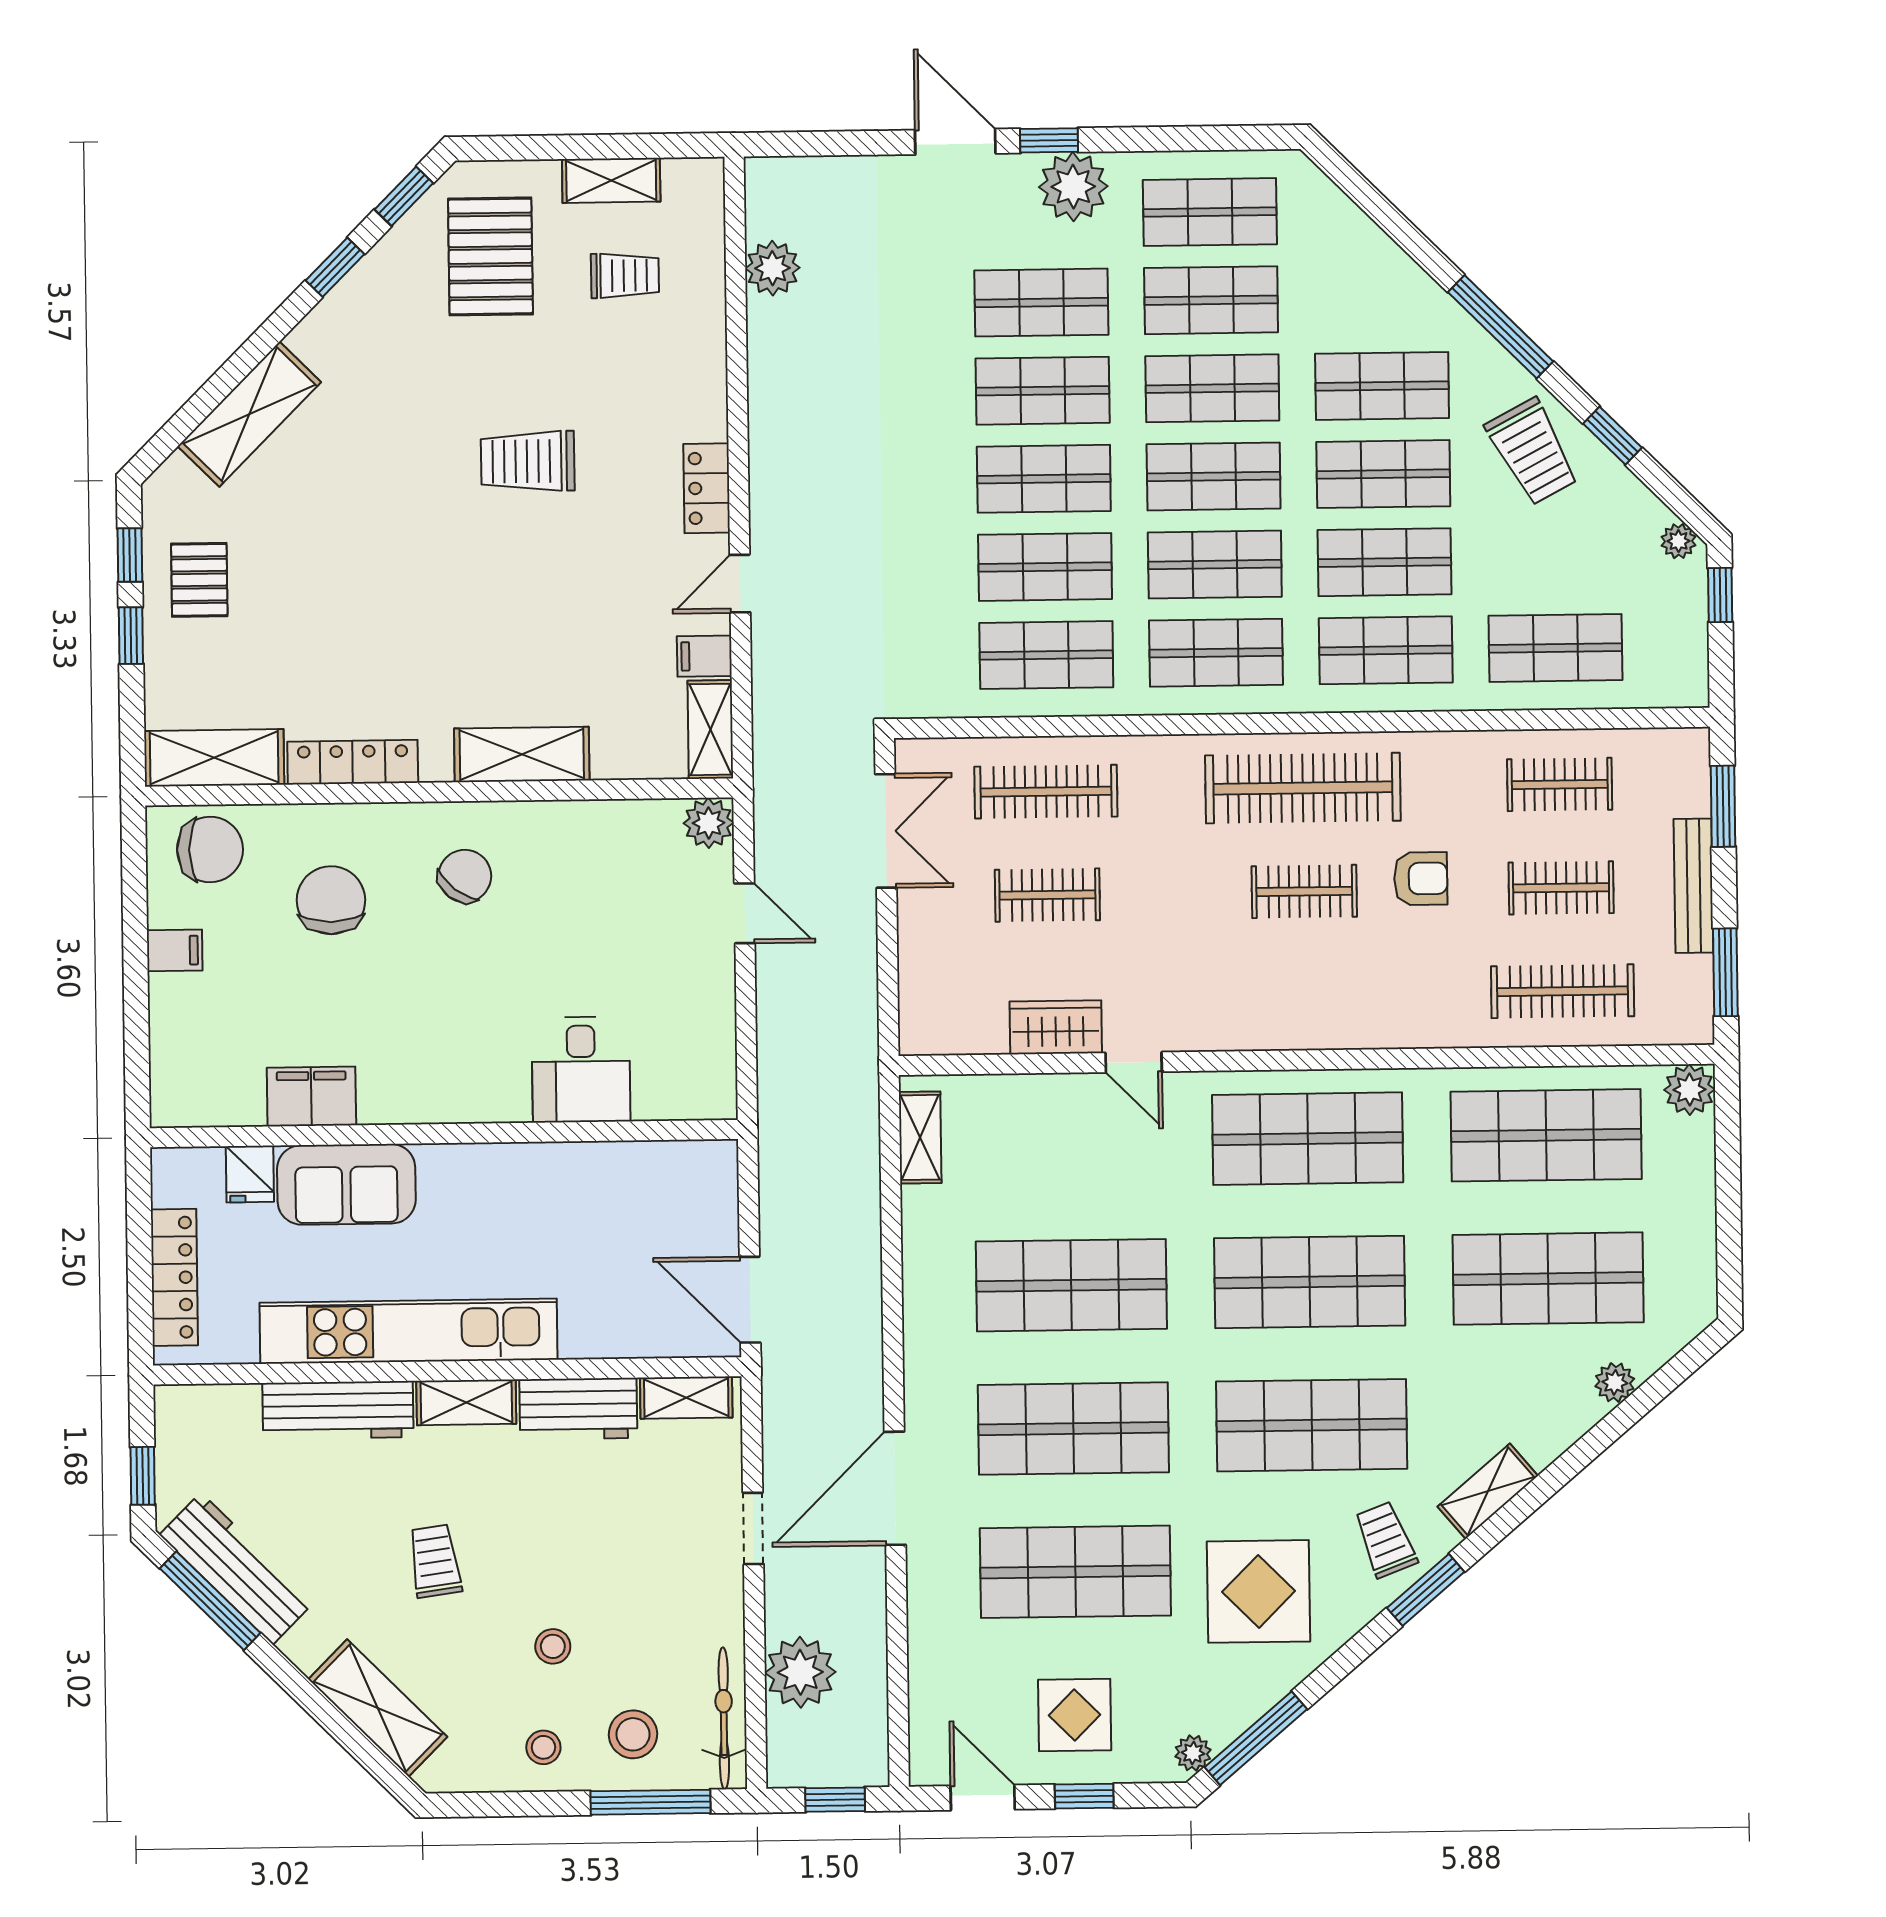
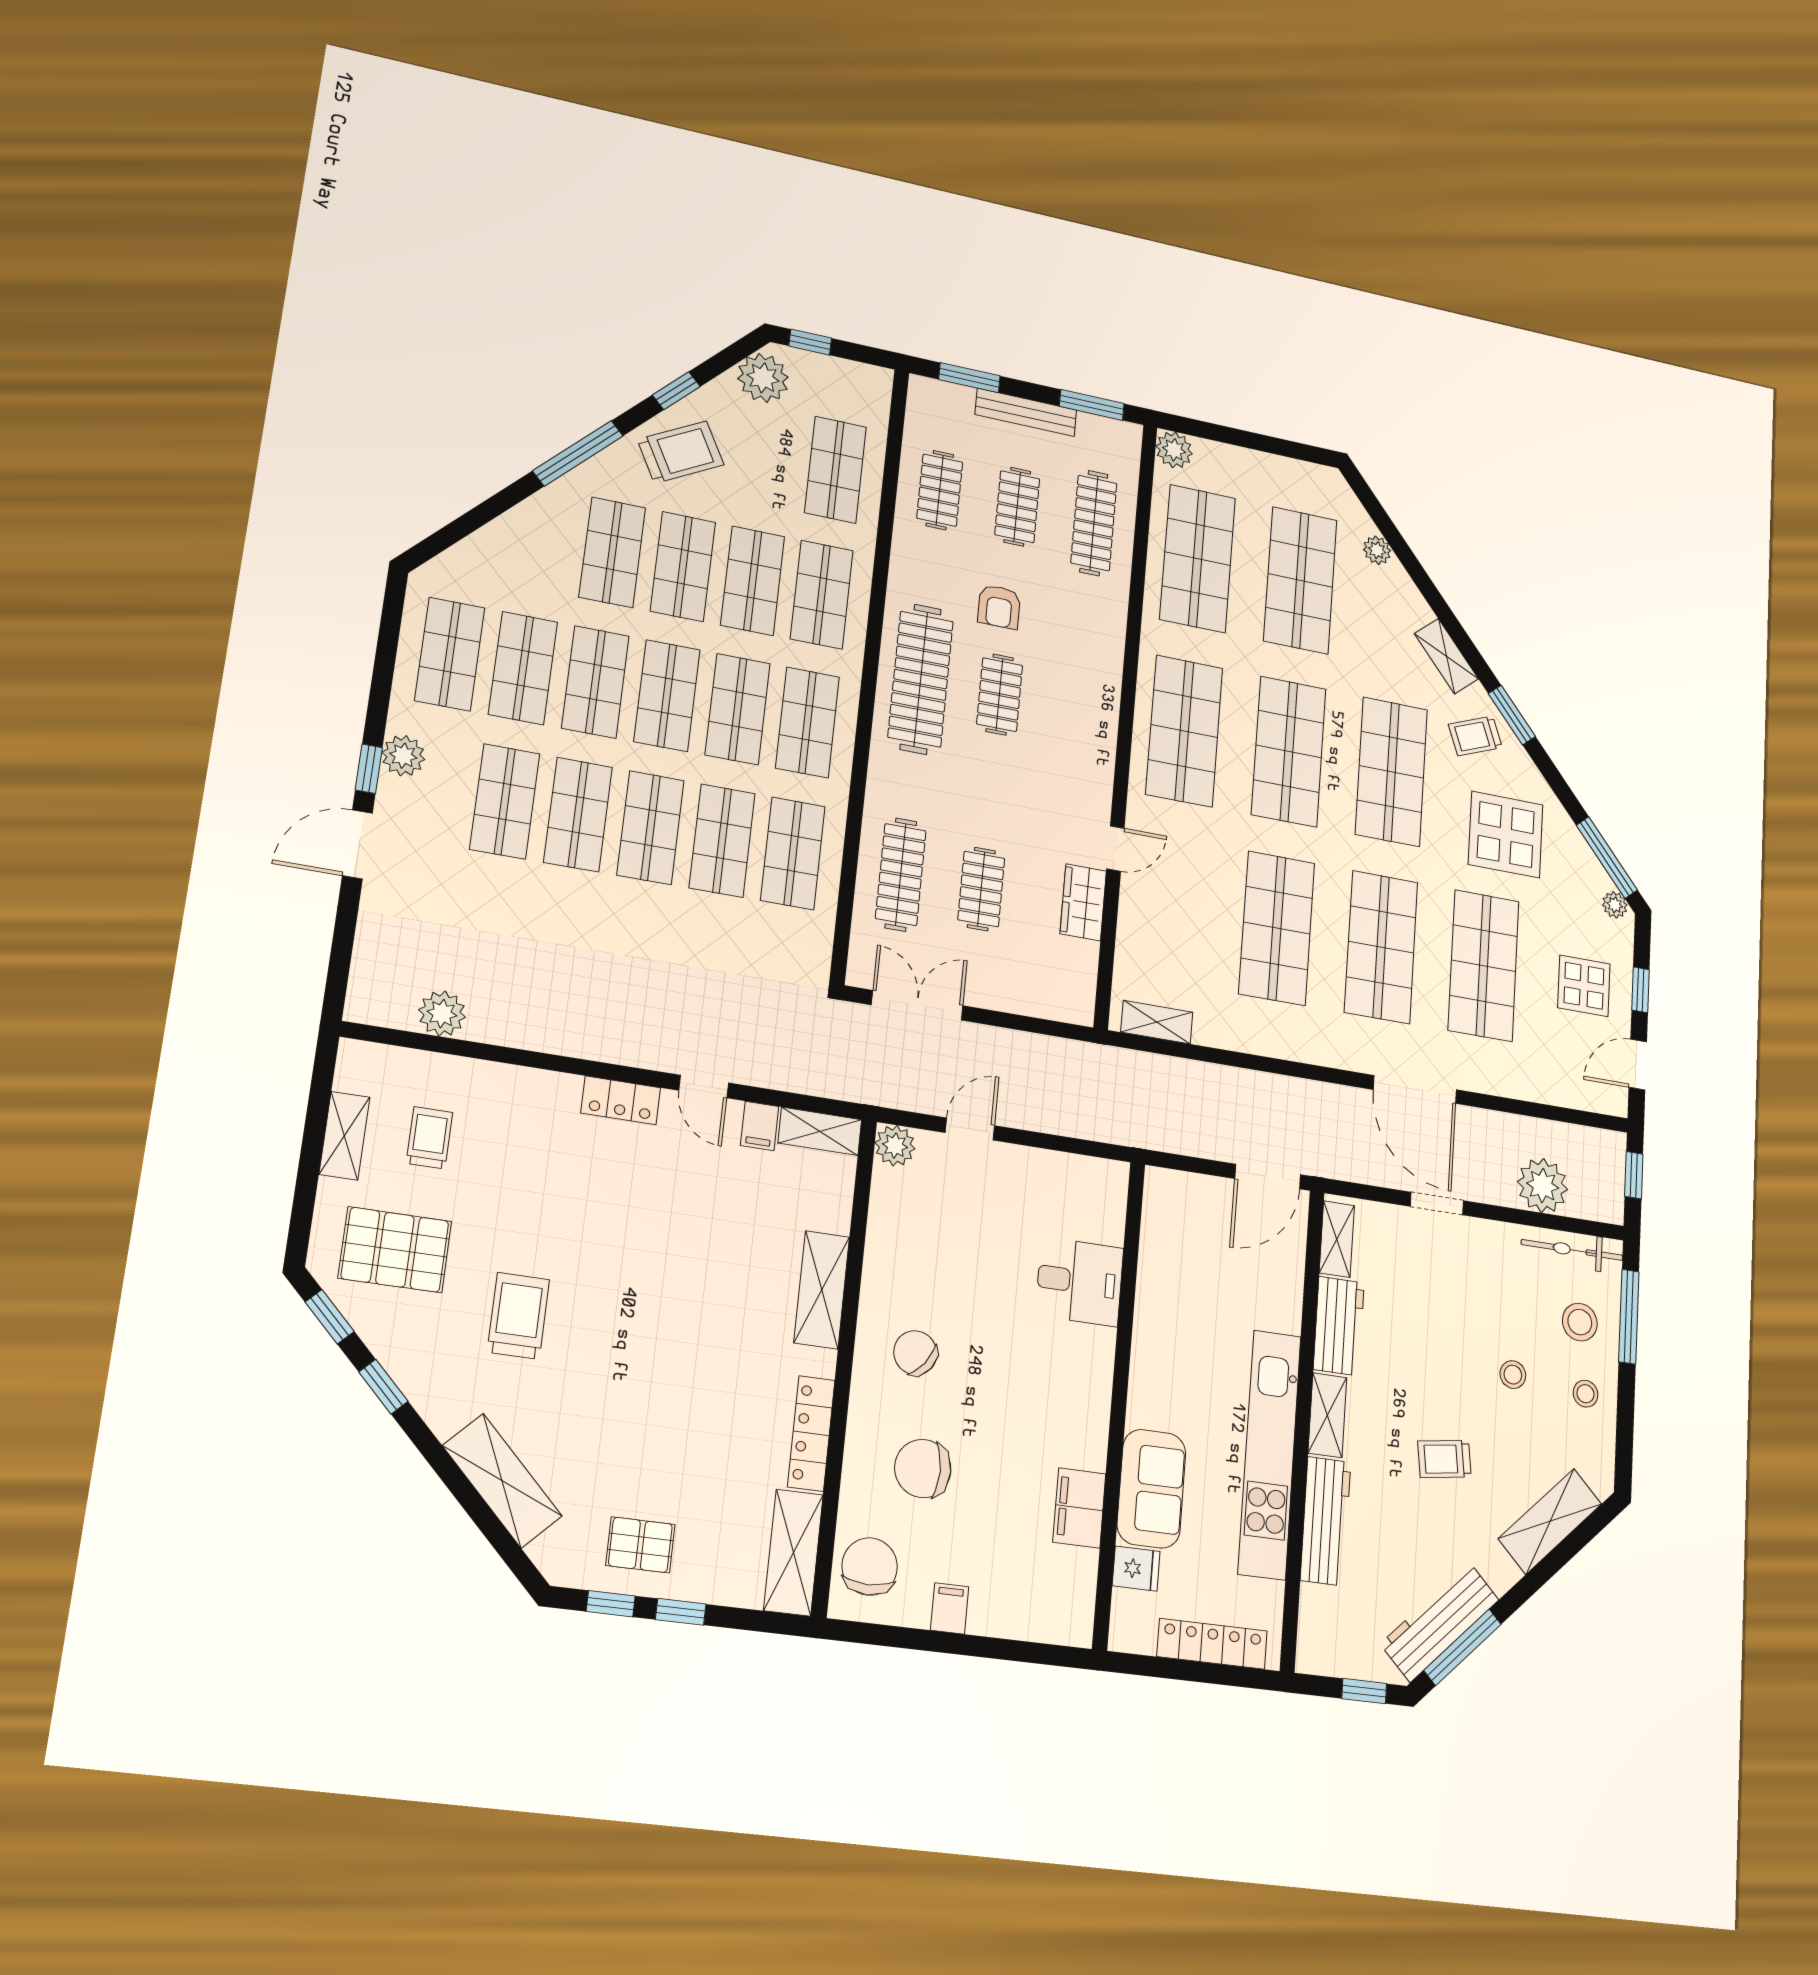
plant: (1073, 187) -> (403, 756), width x0.73, depth x0.73
trolley: (528, 461) -> (518, 1316), moved, turned 180
plant: (1678, 541) -> (763, 378), width x1.88, depth x1.88
armchair: (1421, 879) -> (999, 607), turned 180

